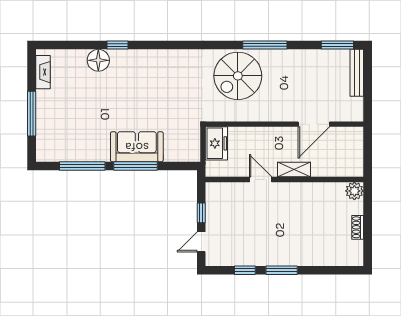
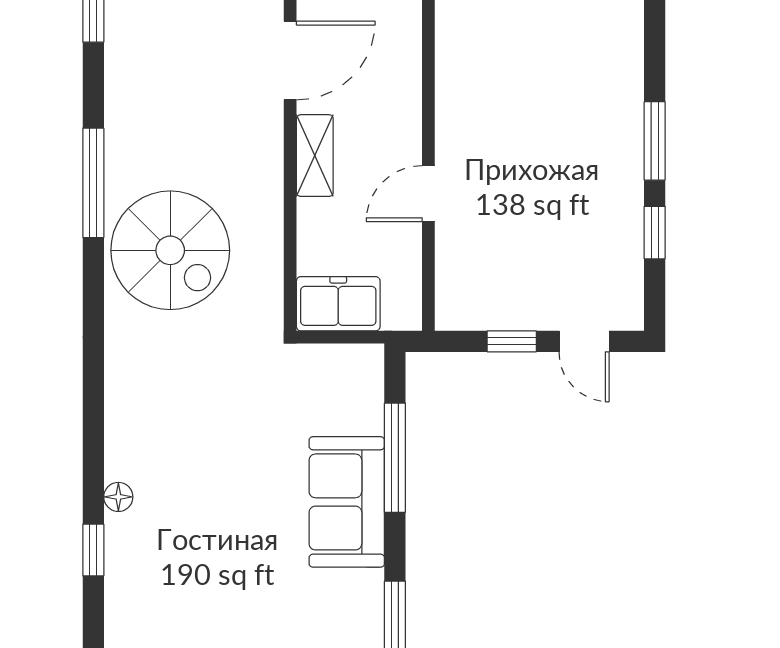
floor lamp: (98, 60) -> (118, 497), moved, width x0.53, depth x0.53
door: (314, 124) -> (290, 61), hinge flipped
window: (136, 166) -> (395, 458), moved
shelving: (294, 170) -> (315, 156), moved

